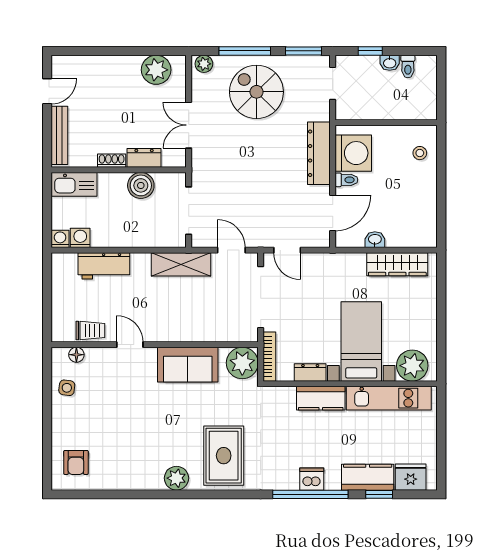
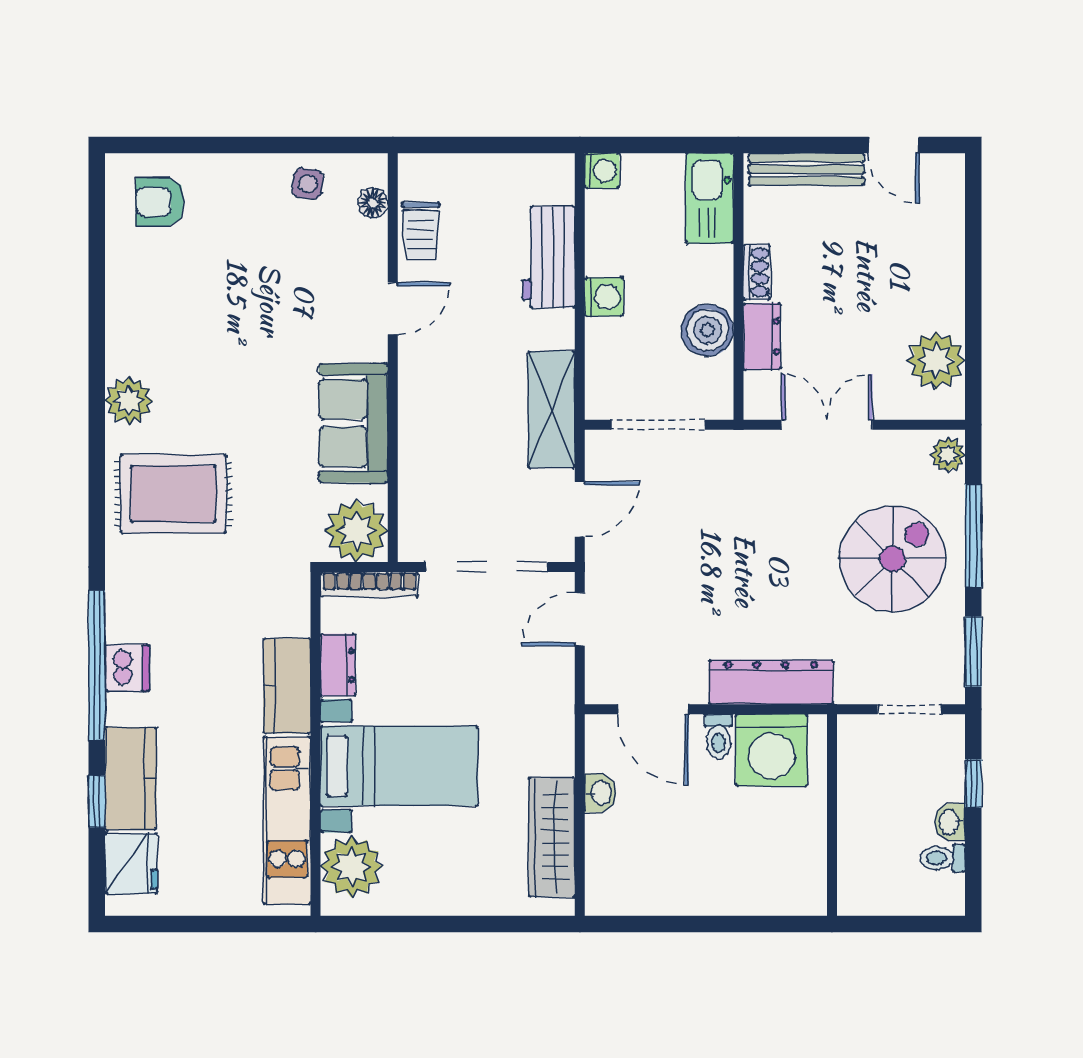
stool: (420, 153) -> (772, 882), removed
washing machine: (80, 238) -> (604, 297), moved

